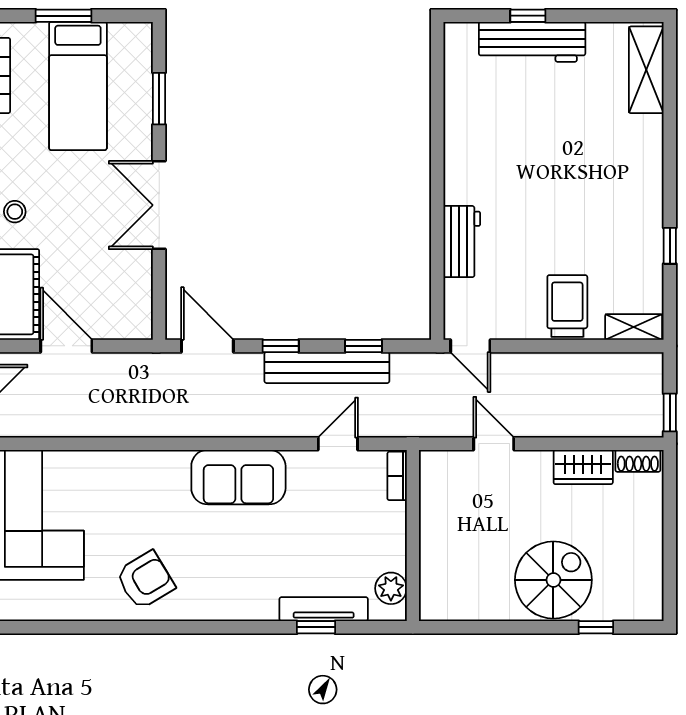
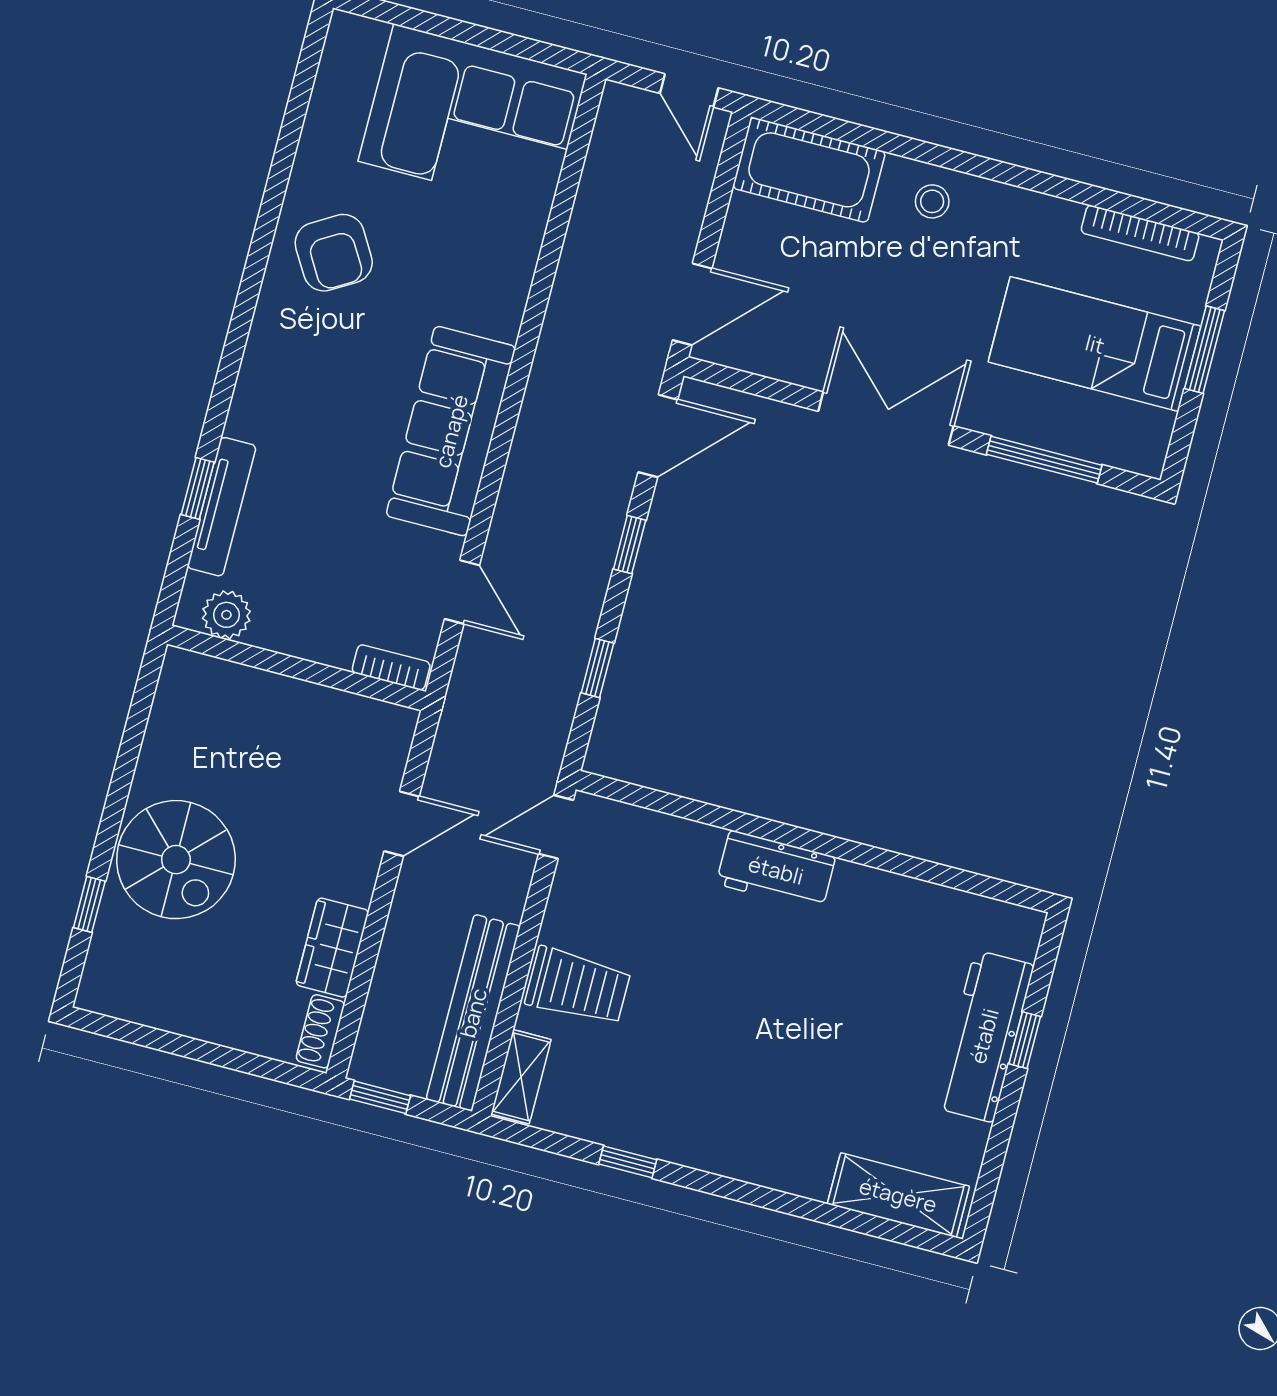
window: (159, 99) -> (1044, 460), width x1.44
workbench: (462, 242) -> (776, 870), moved
door: (66, 346) -> (692, 304), moved
bench: (327, 368) -> (473, 1013), moved
sofa: (238, 477) -> (451, 431), width x1.36

